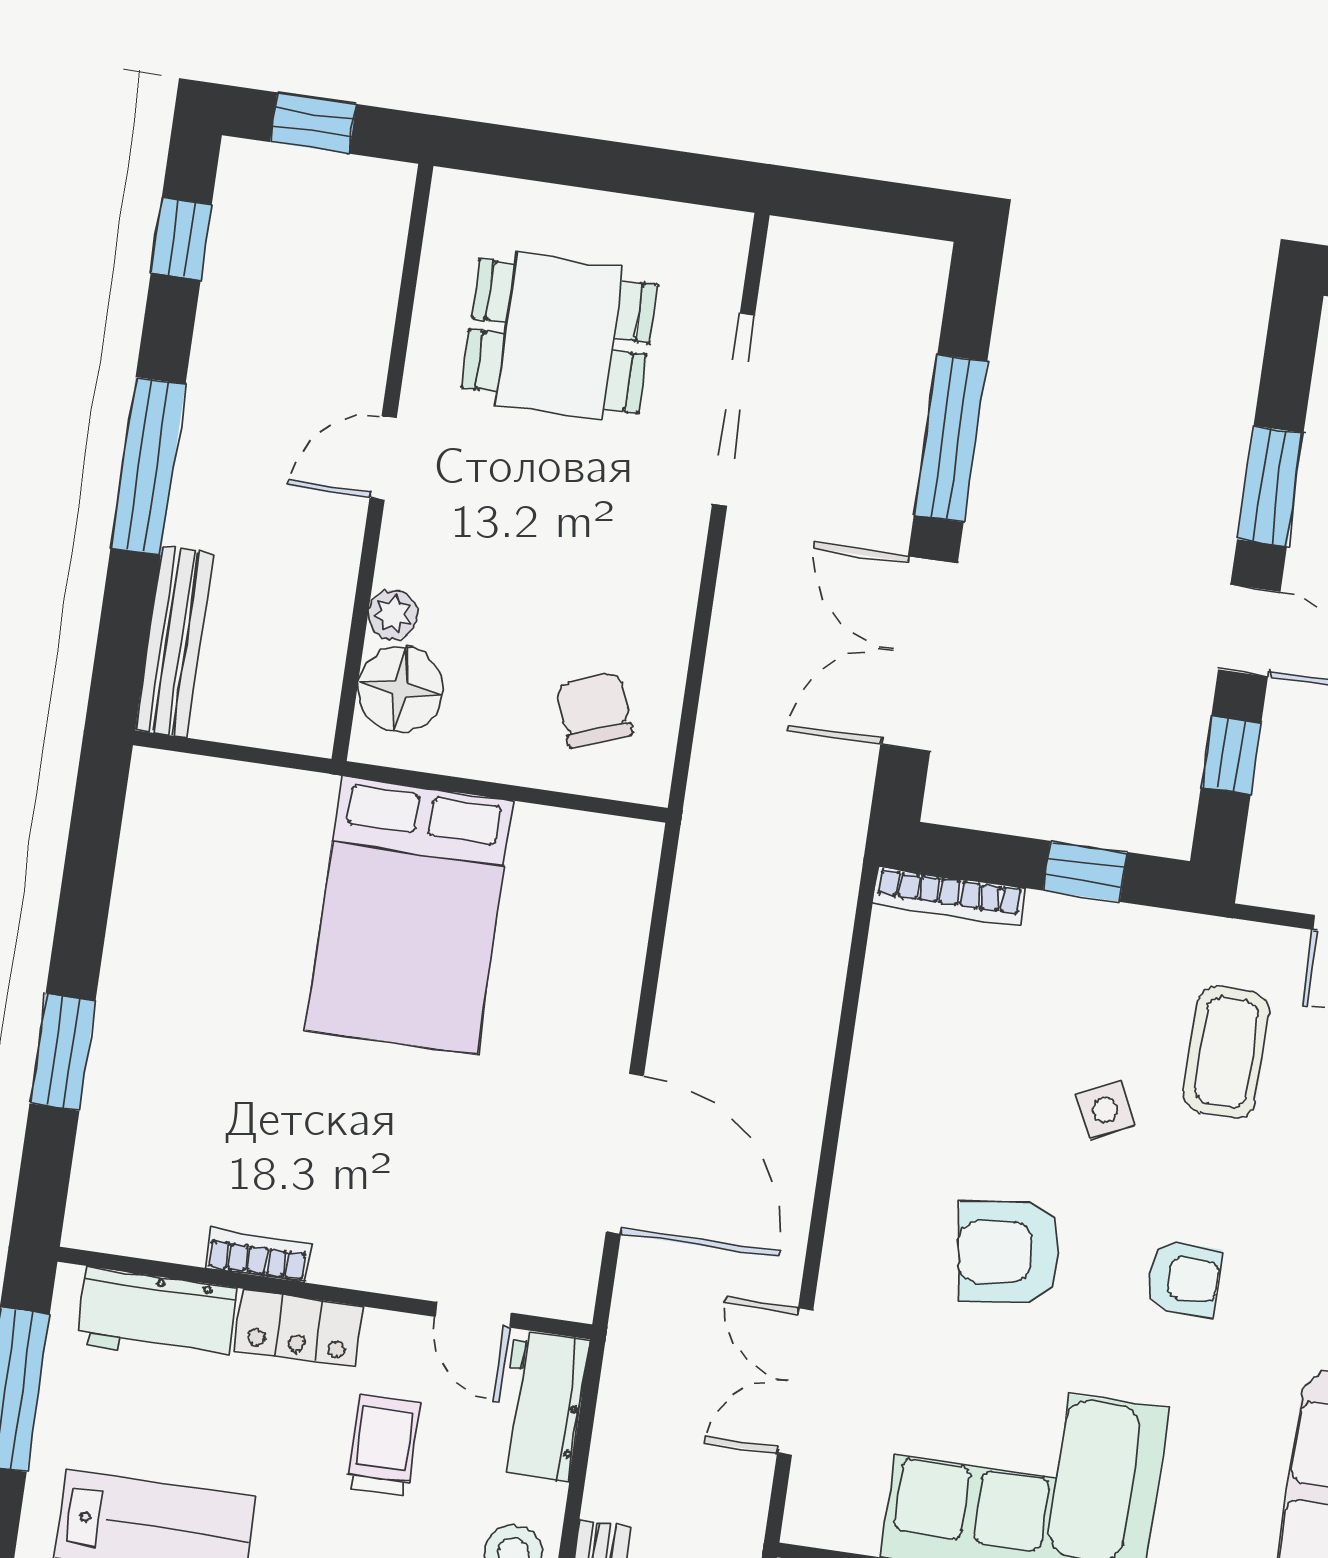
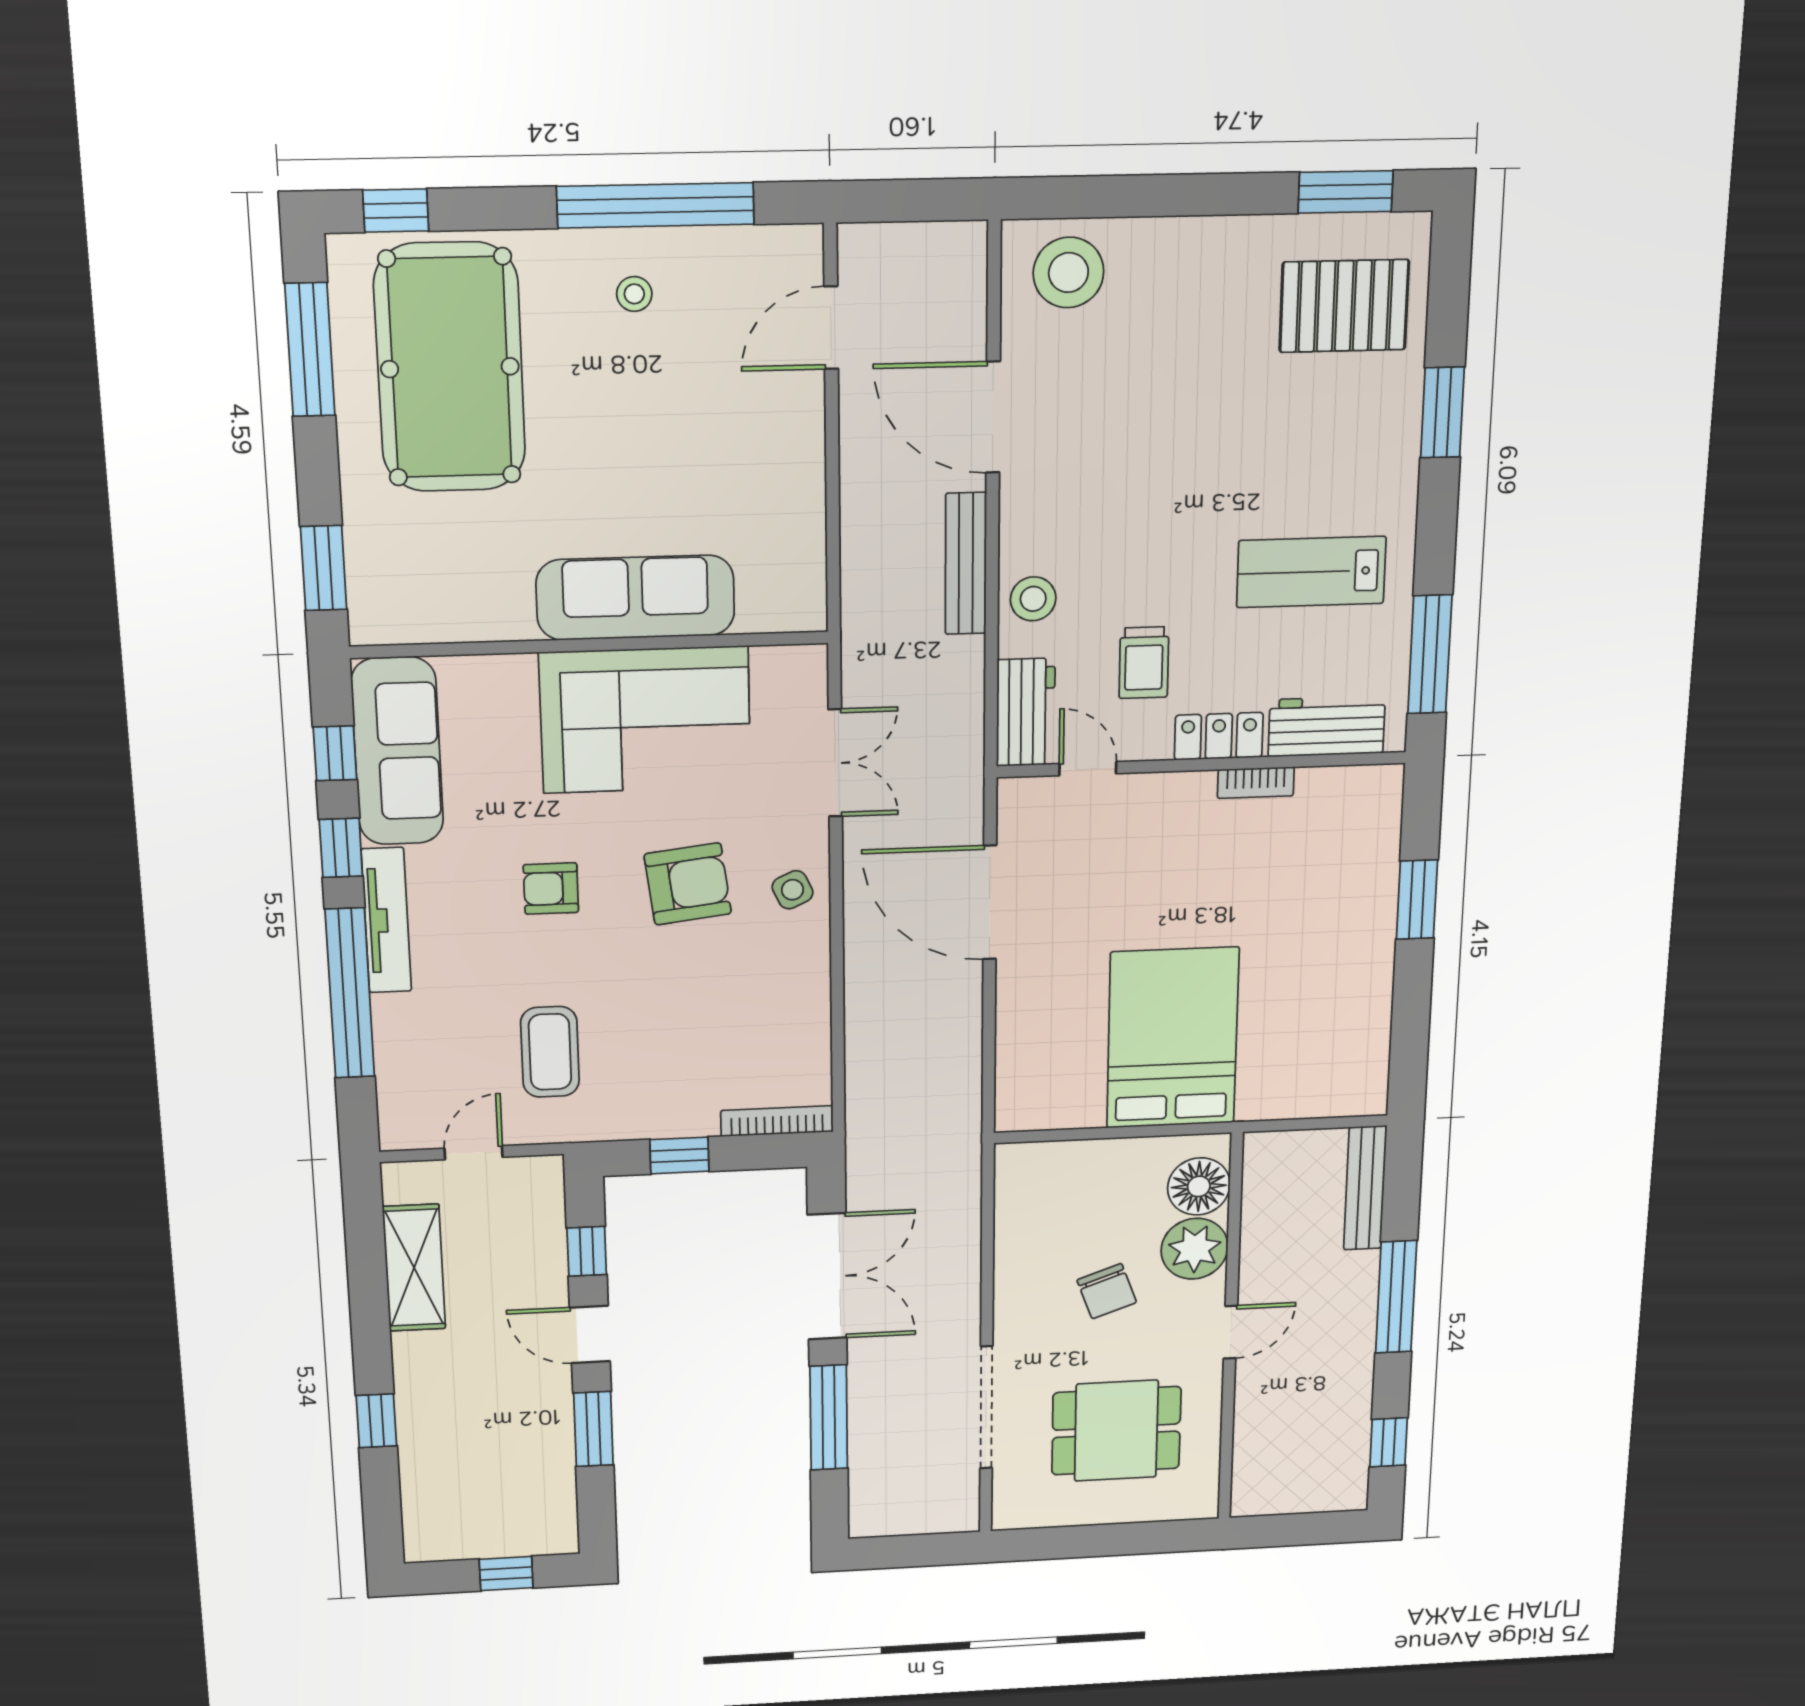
window: (313, 123) -> (1305, 1529), removed
plant: (393, 615) -> (1195, 1249), width x1.88, depth x1.88
chair: (594, 710) -> (1107, 1291), moved
side table: (1105, 1110) -> (792, 890), moved

